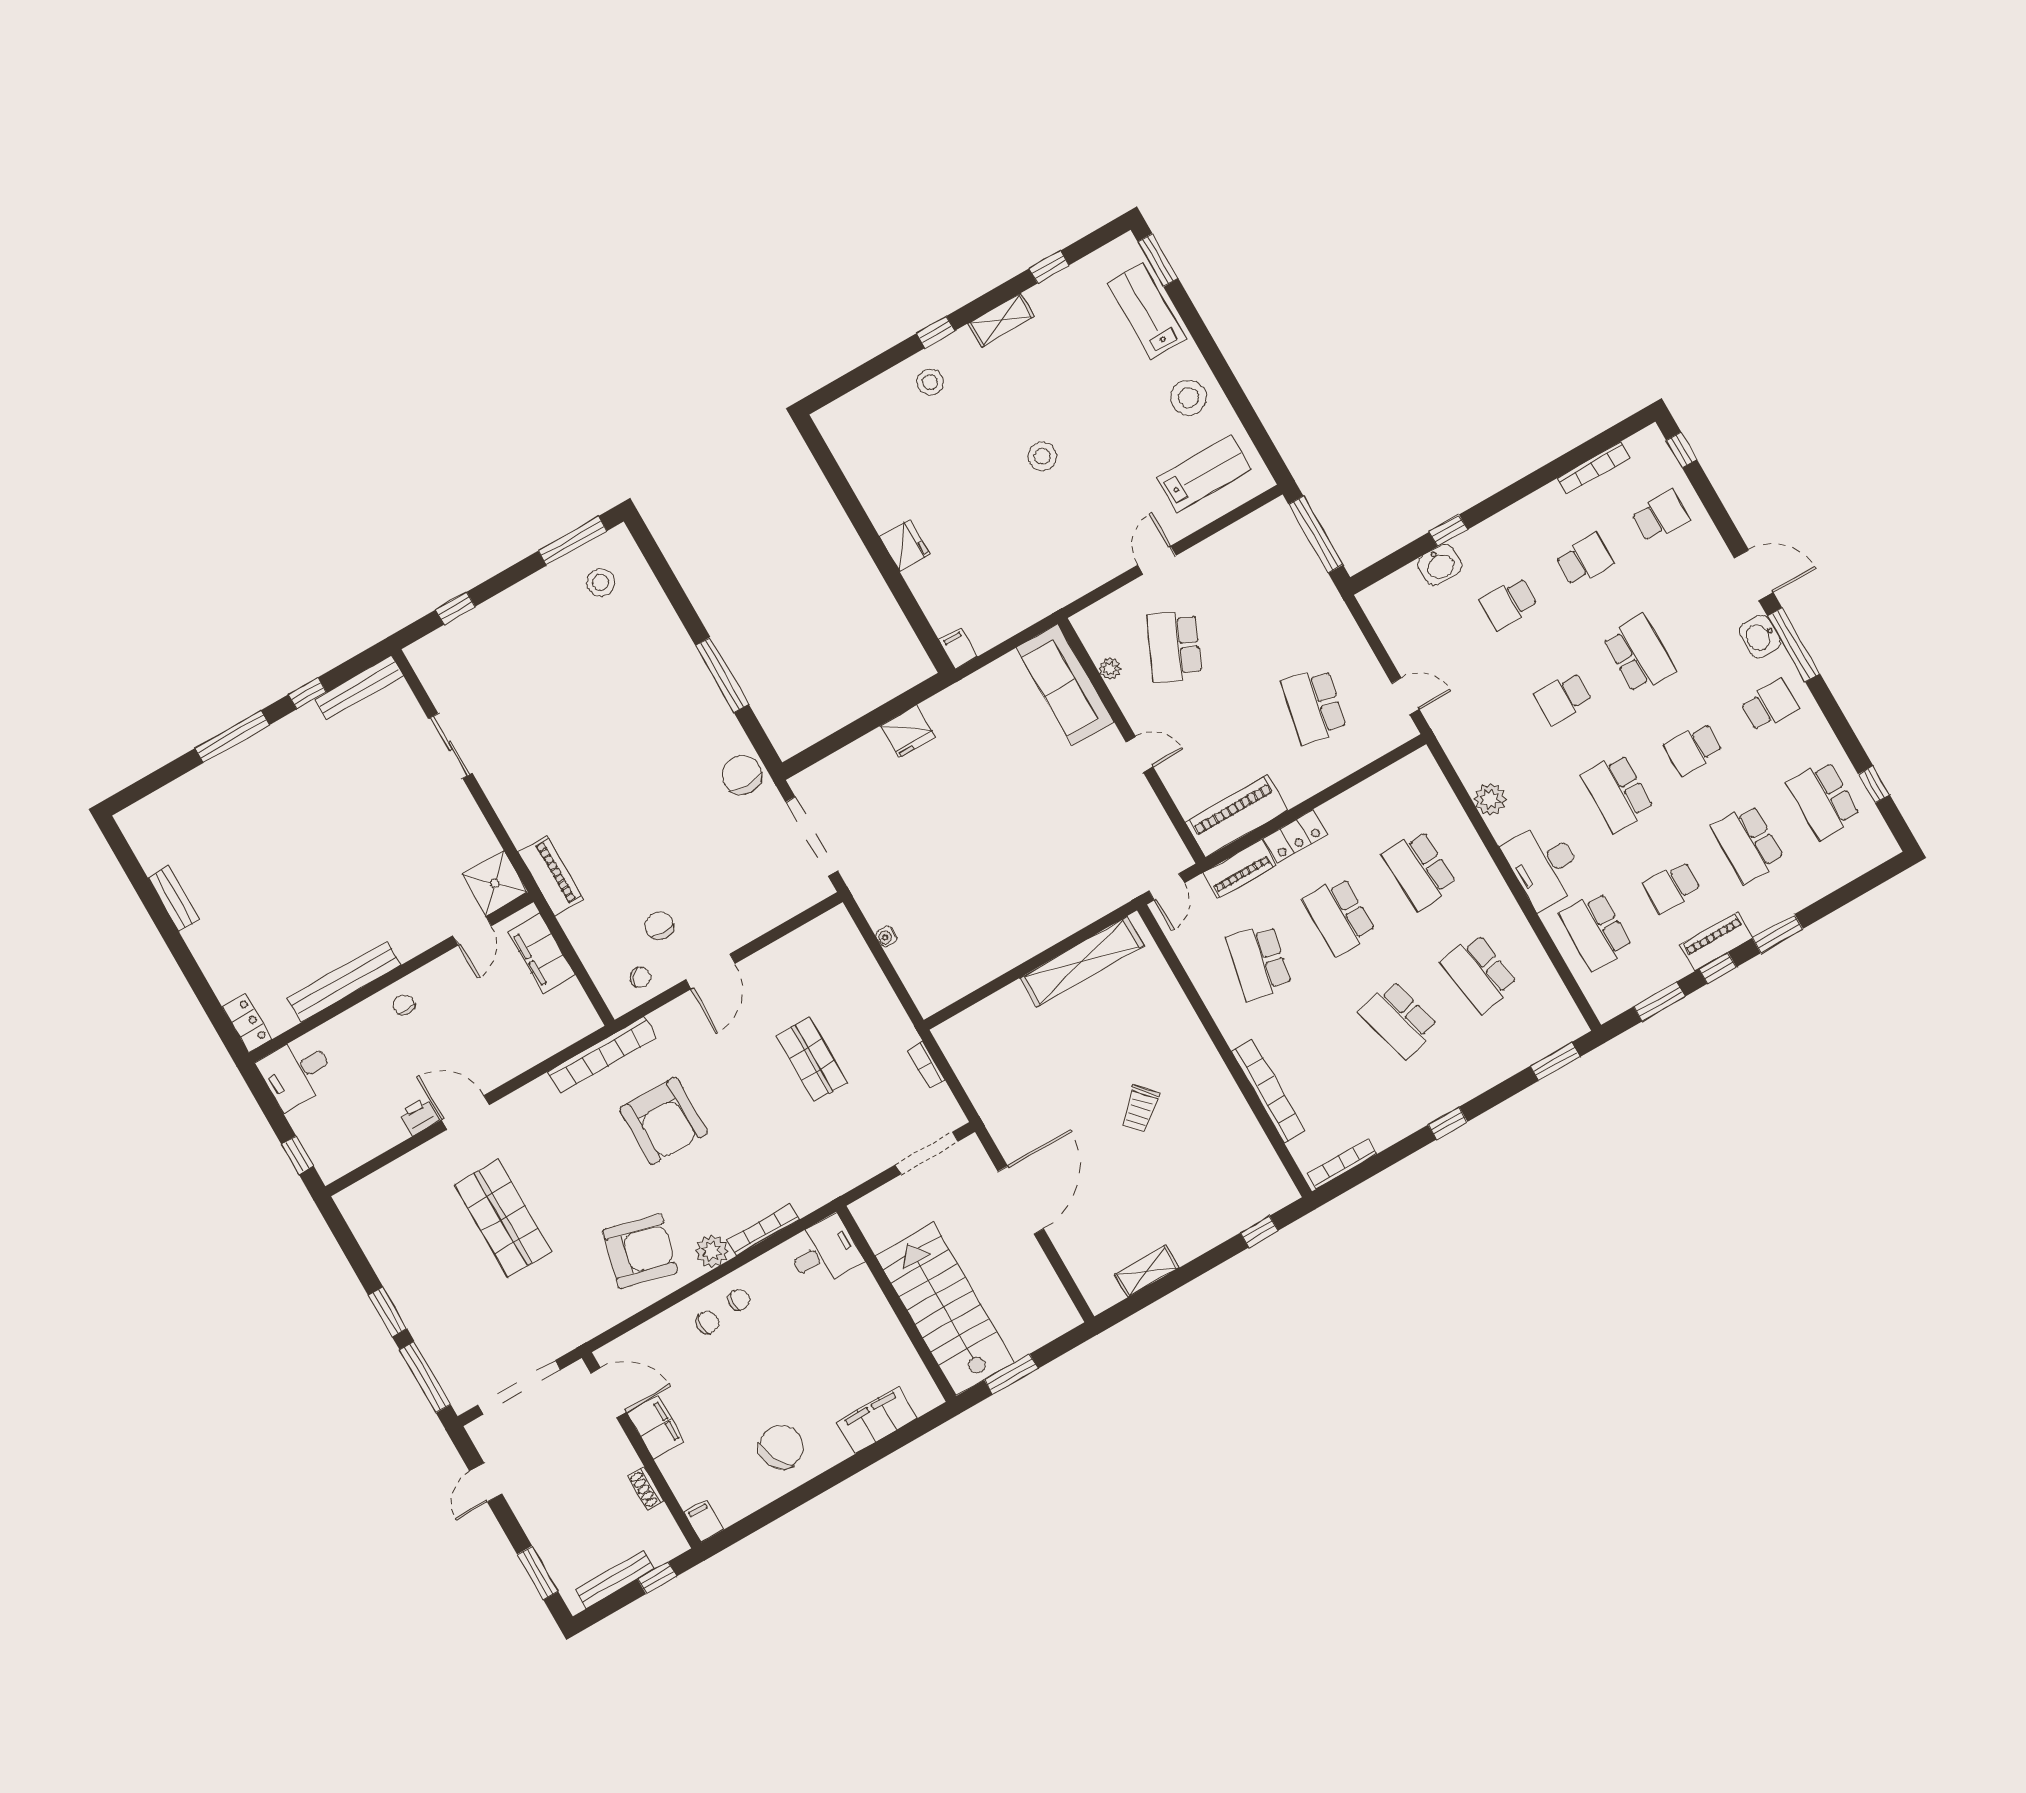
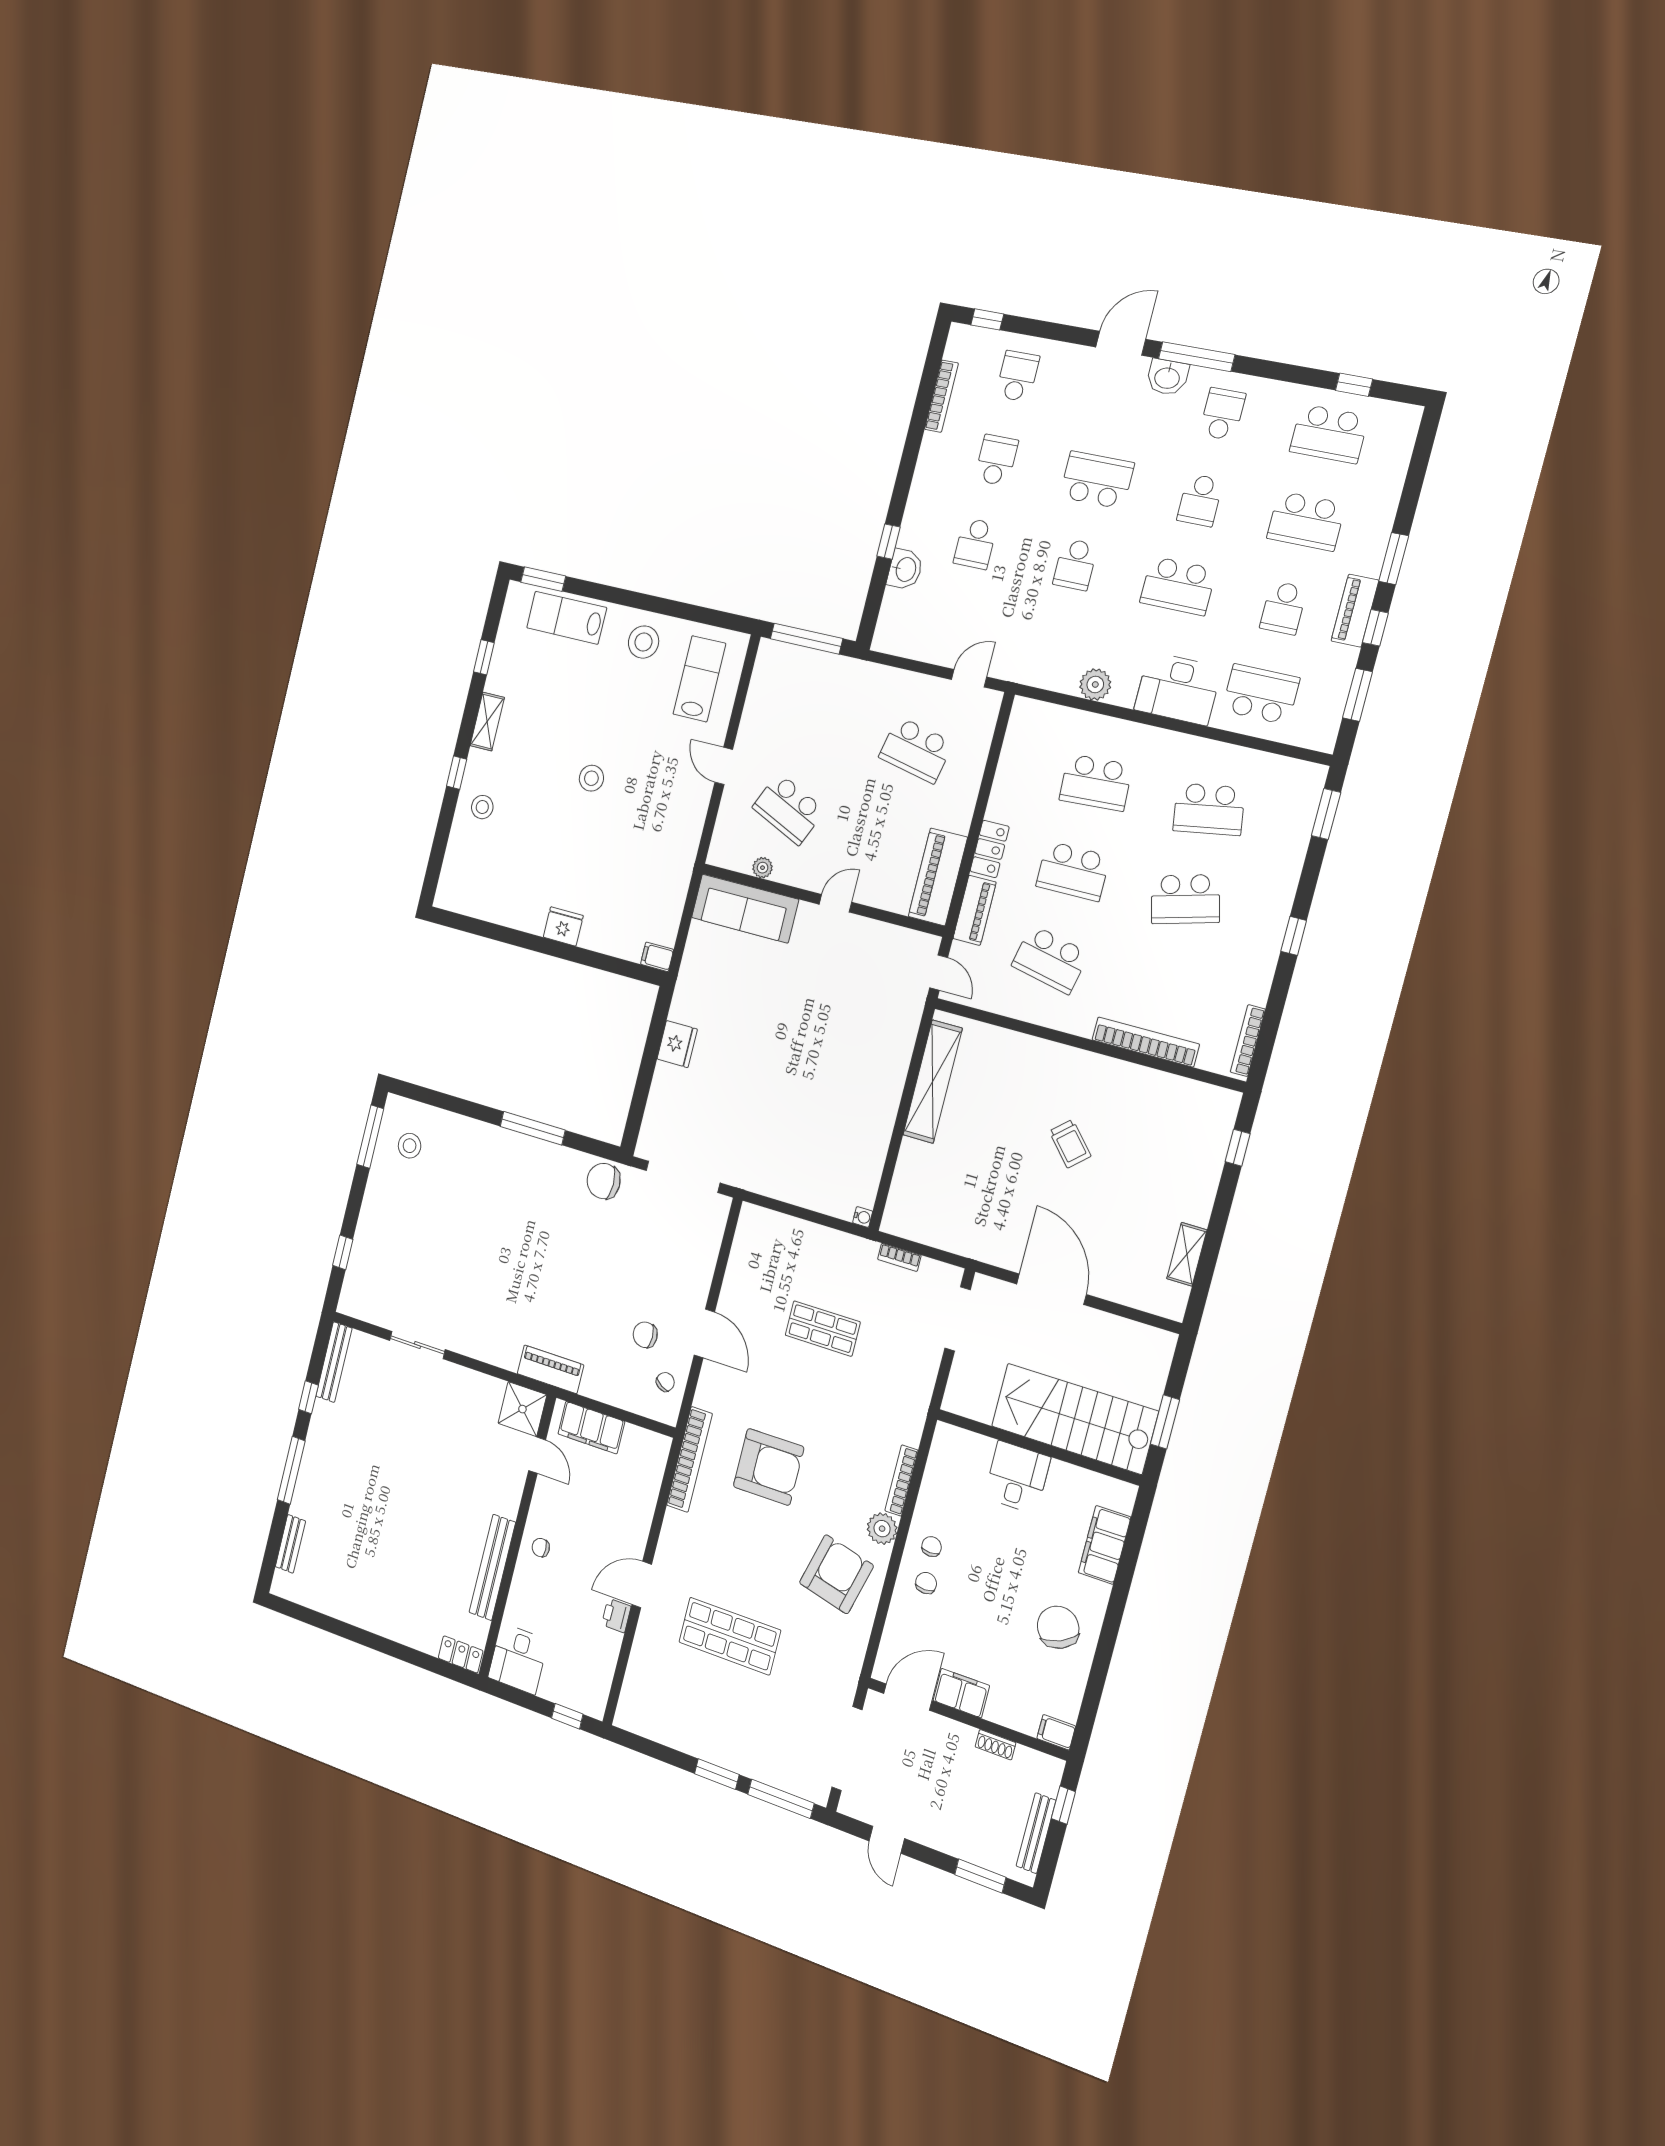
bench: (174, 899) -> (290, 1544), moved, turned 90
school desk: (1596, 931) -> (1261, 694), turned 180
water cooler: (886, 937) -> (863, 1217), moved, turned -90
desk: (824, 1252) -> (1017, 1477), moved

